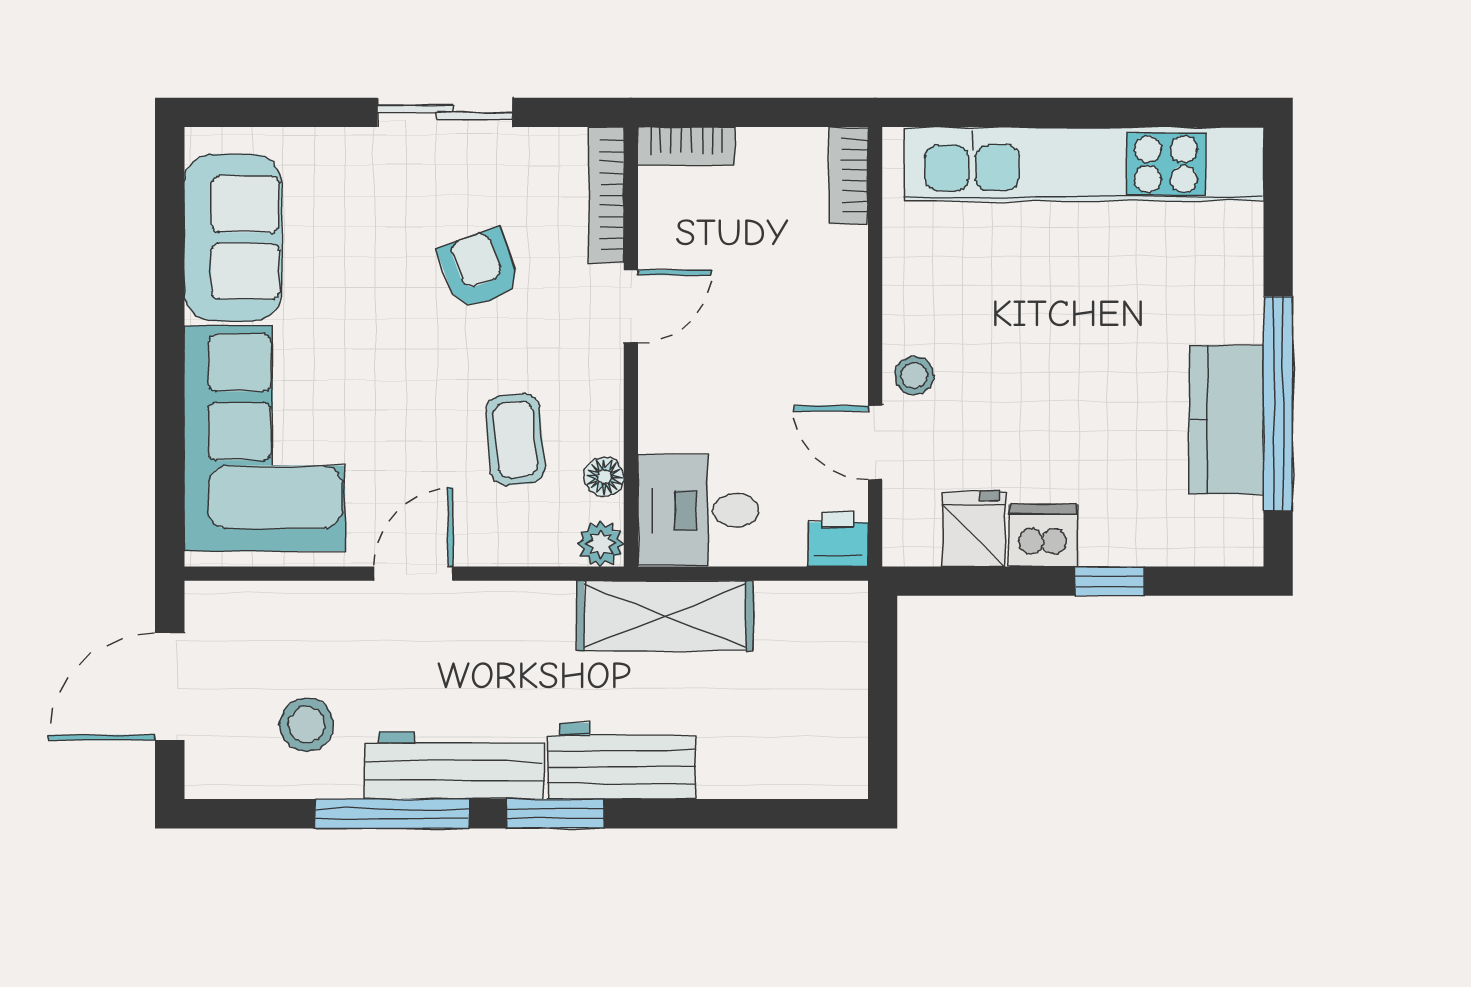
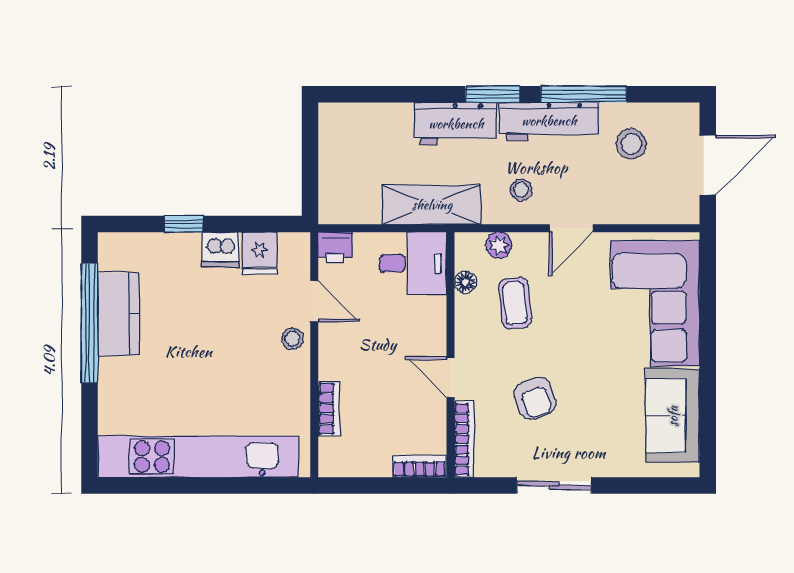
bookcase: (849, 176) -> (329, 409), moved
door: (631, 306) -> (451, 377), hinge flipped
plant: (601, 544) -> (499, 245), moved
stool: (504, 642) -> (521, 190), added

